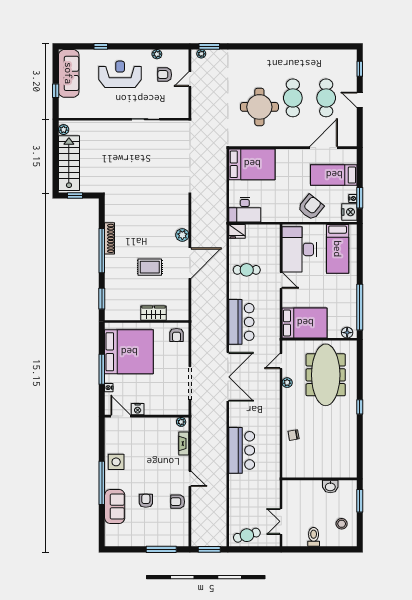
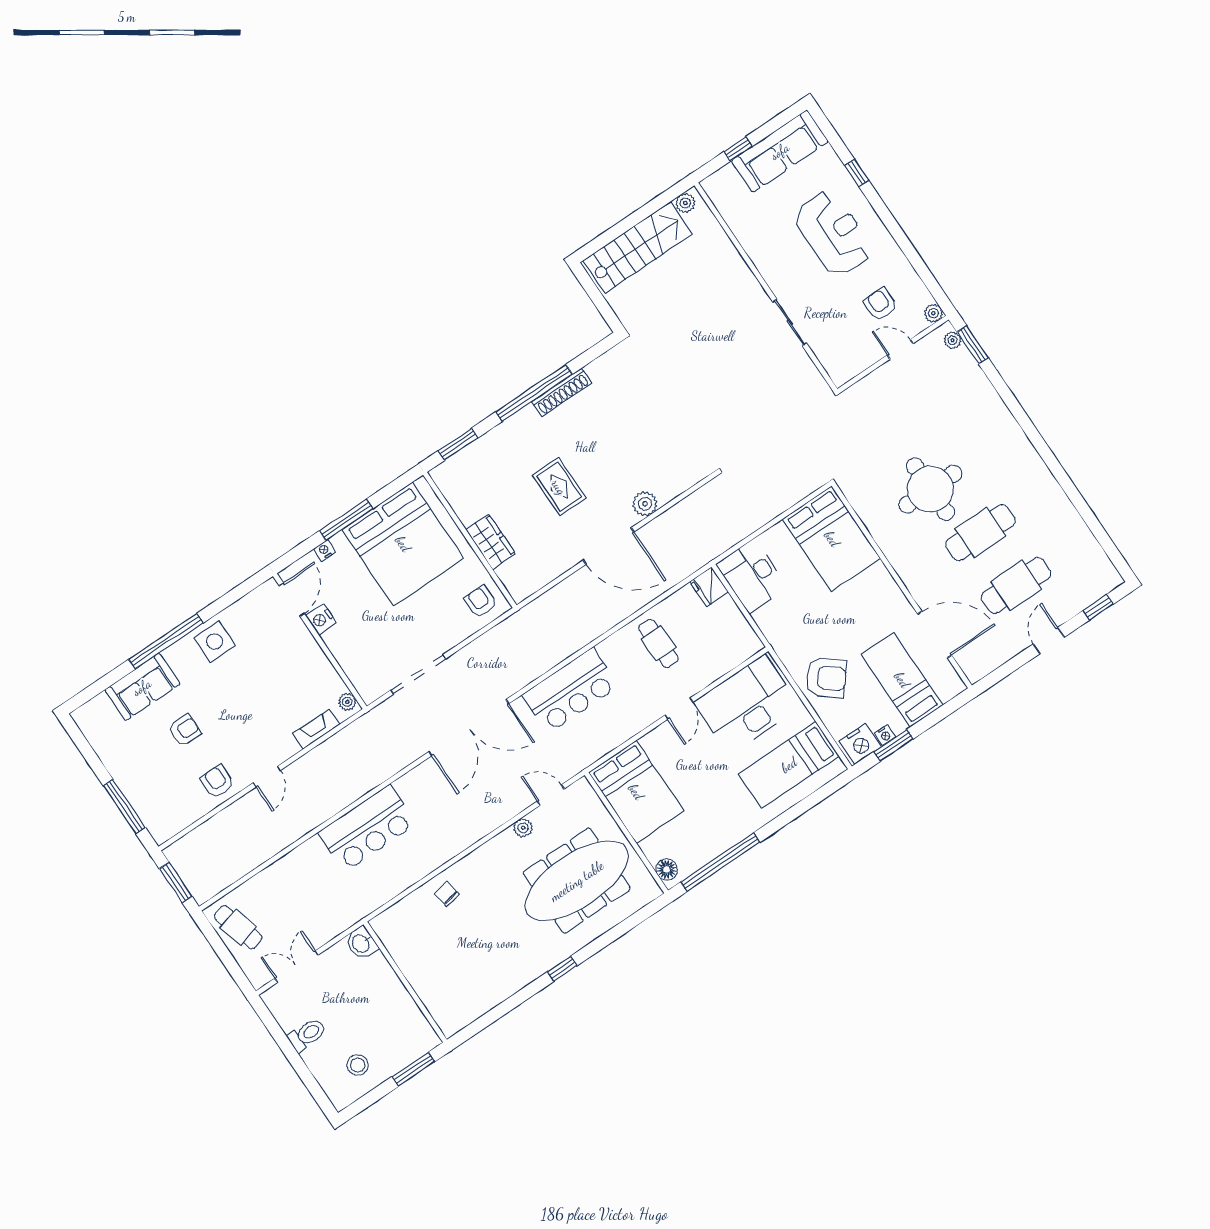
plant: (157, 54) -> (933, 313), moved
window: (75, 196) -> (593, 292), removed
armchair: (177, 335) -> (480, 602), turned 90
washbasin: (330, 487) -> (361, 943), moved

